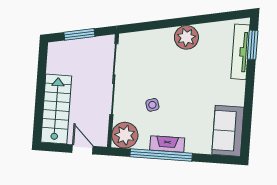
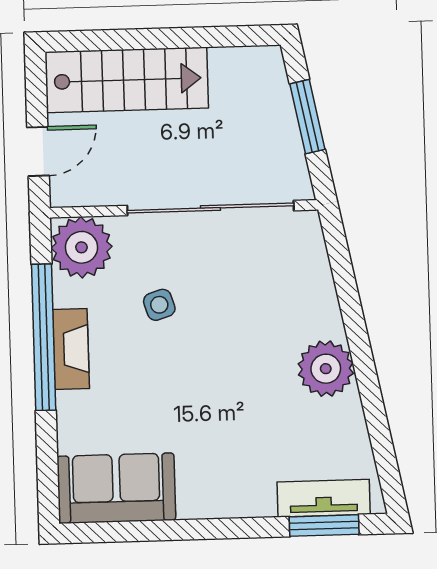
tv unit: (240, 52) -> (324, 498), width x0.71

